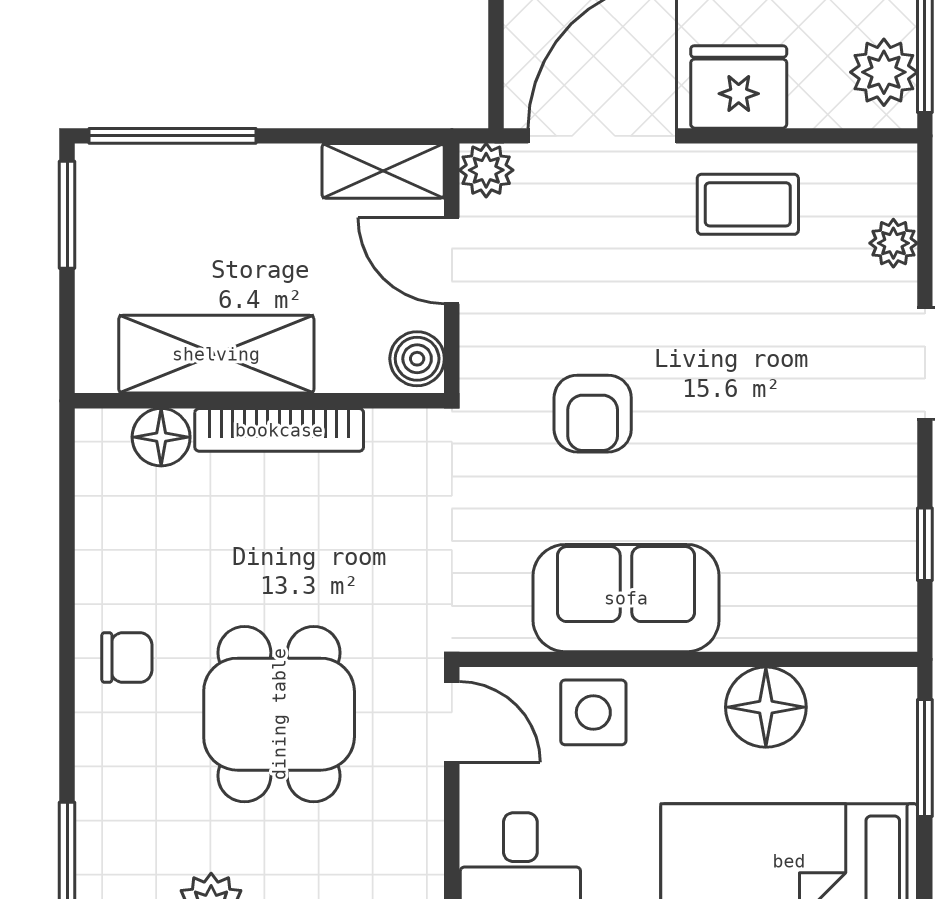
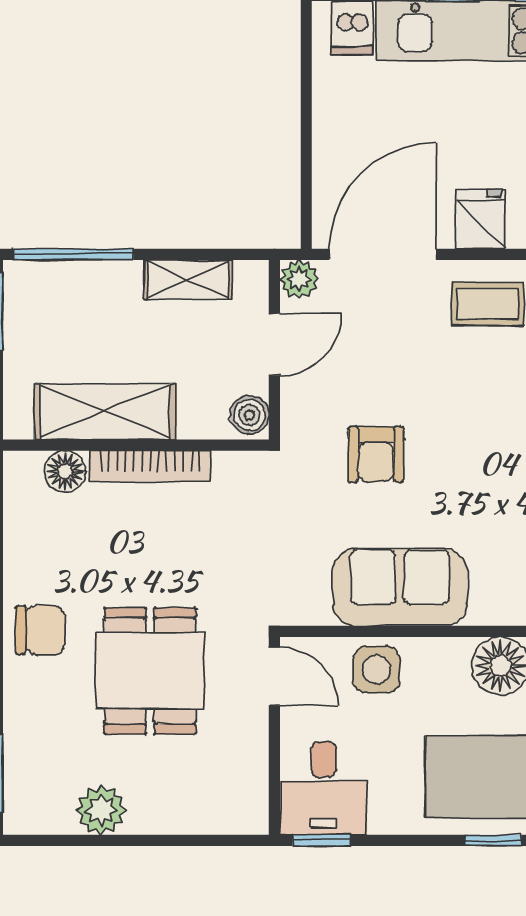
fridge: (739, 87) -> (481, 219), width x0.72
shelving: (383, 171) -> (188, 280), moved
door: (452, 261) -> (274, 344), swing flipped
chair: (127, 658) -> (40, 630), width x1.37, depth x1.37

